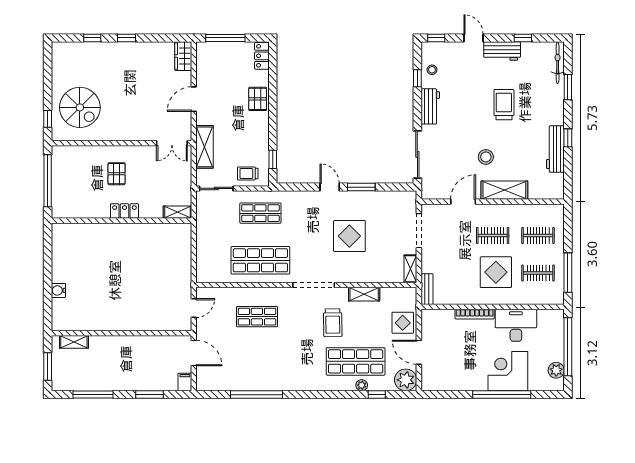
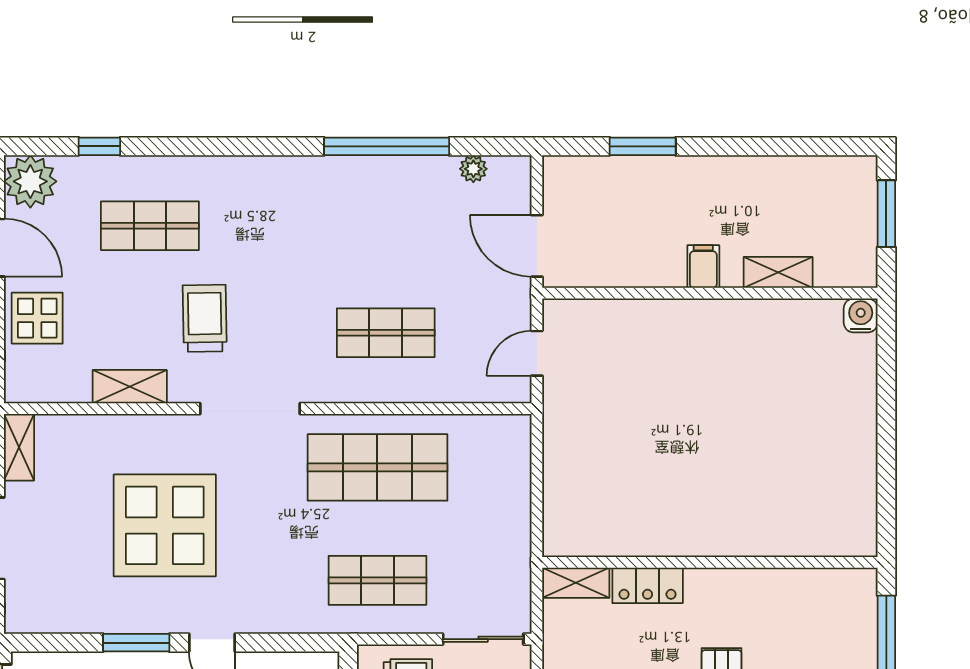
locker: (124, 211) -> (648, 585), moved
display table: (349, 236) -> (165, 525), width x1.36, depth x1.36
water cooler: (58, 290) -> (861, 315), moved, turned -90
shelving: (74, 342) -> (778, 272), moved
shop shelf: (356, 361) -> (150, 226), width x0.70, depth x0.74
filing cabinet: (185, 382) -> (703, 267), moved, turned 180
plant: (362, 385) -> (473, 169), moved
window: (93, 395) -> (778, 146), removed

